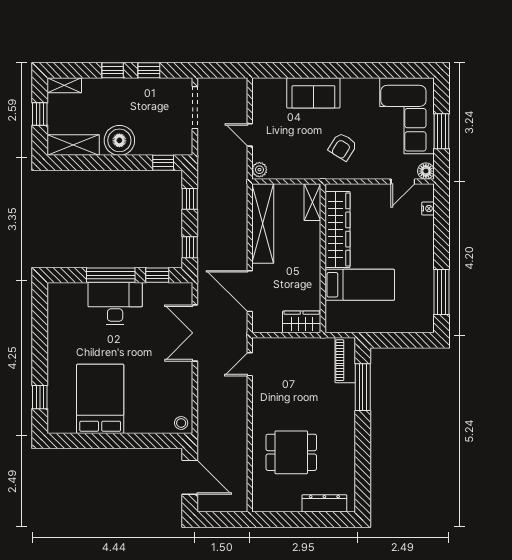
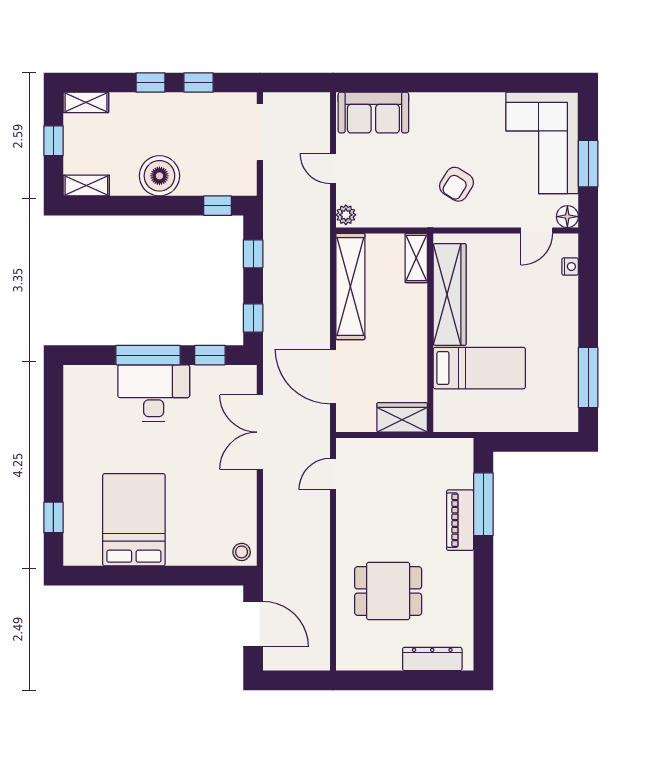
sofa: (313, 93) -> (373, 113), moved
shelving: (73, 145) -> (86, 186), width x0.67, depth x0.75
piano: (345, 360) -> (460, 520), moved

